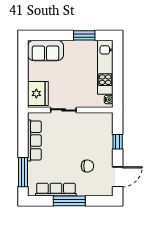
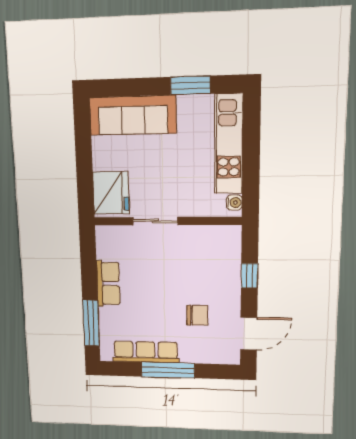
sofa: (46, 50) -> (133, 115), width x1.36
row of seats: (34, 141) -> (108, 284), width x0.68

